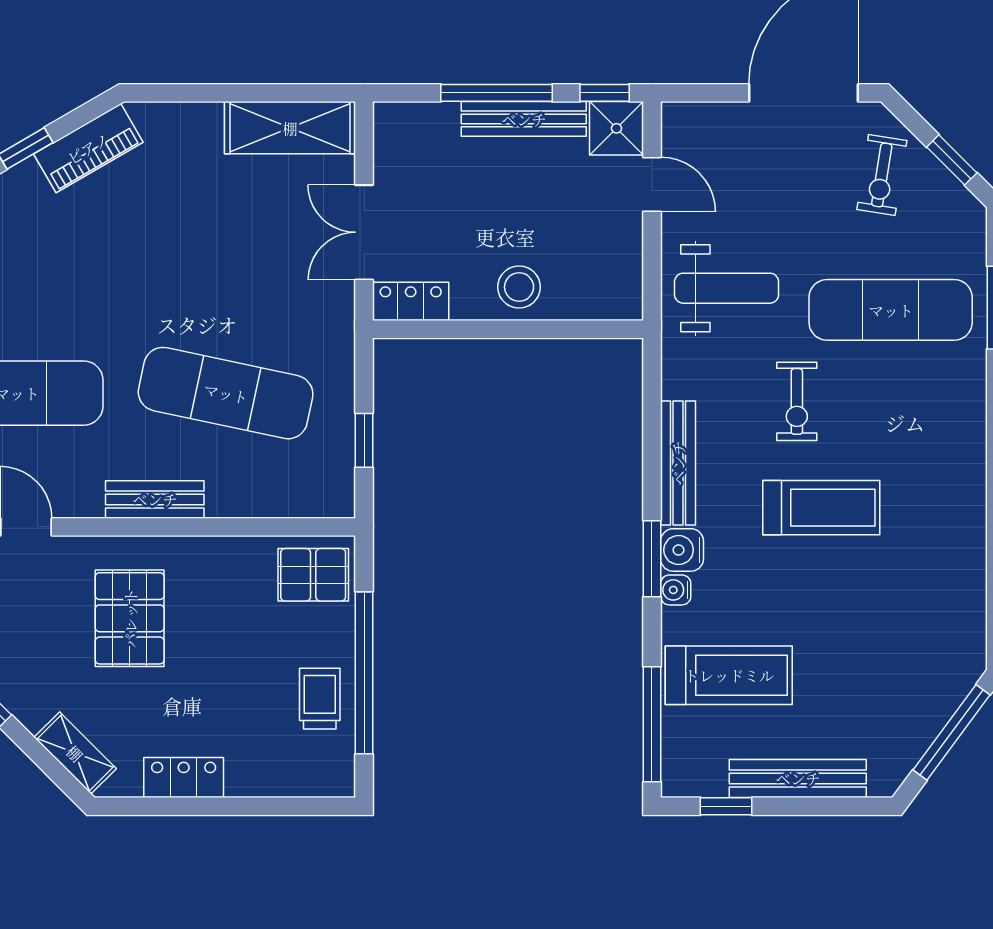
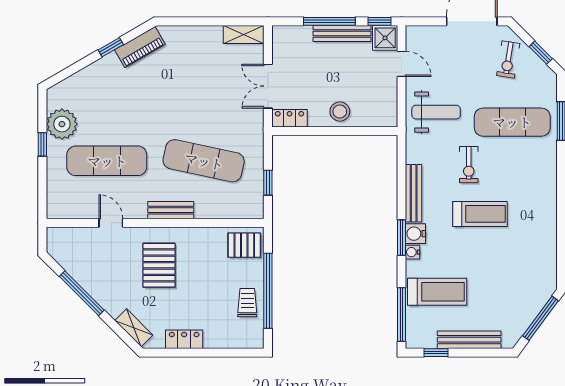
shelving: (290, 128) -> (244, 35), width x0.67, depth x0.75

